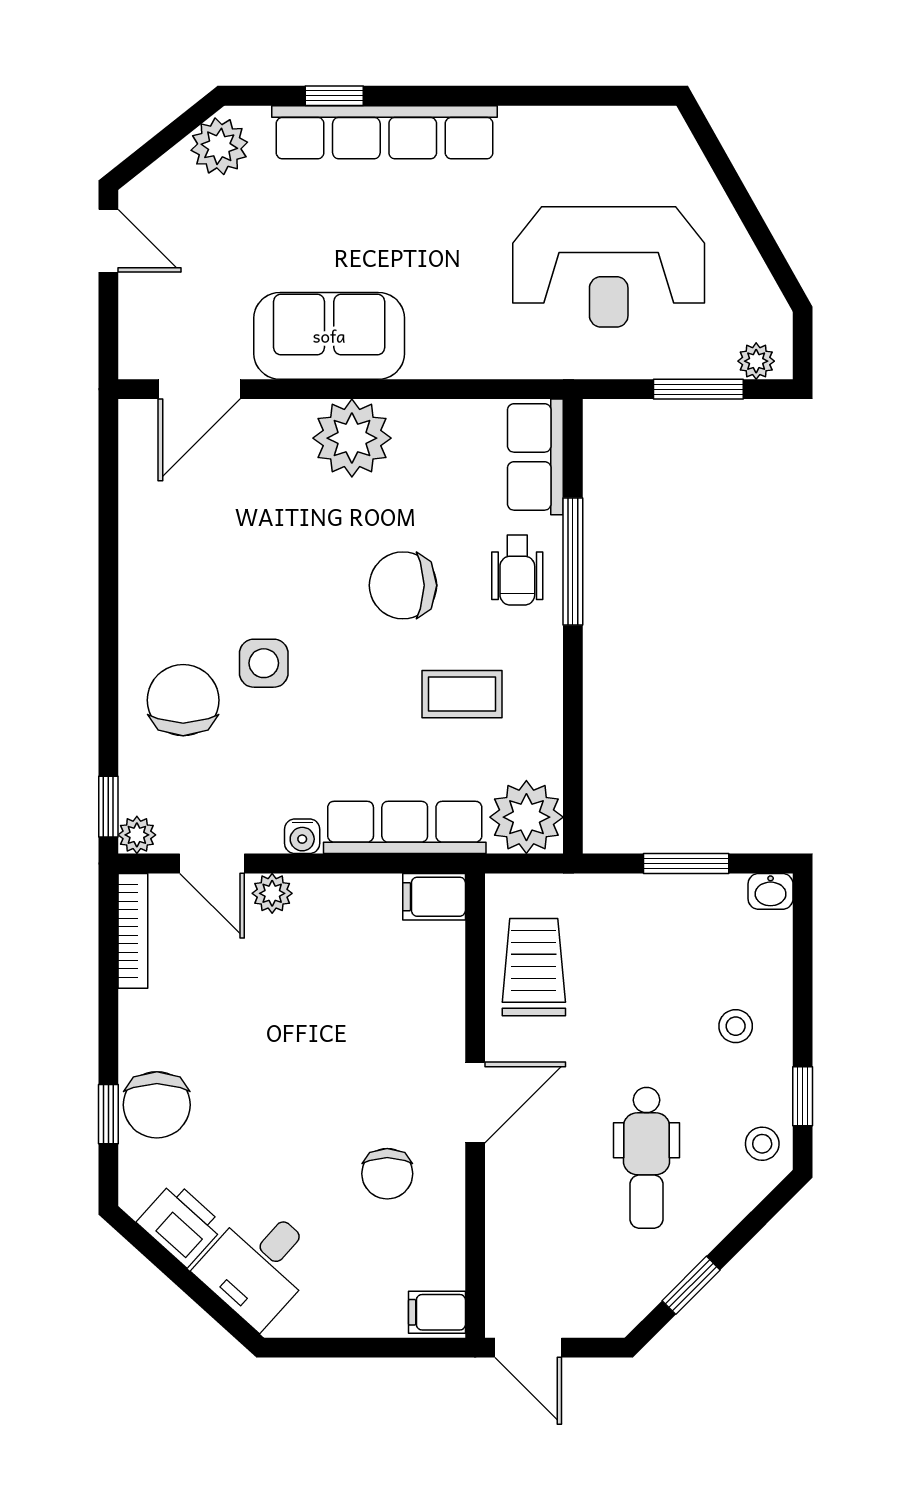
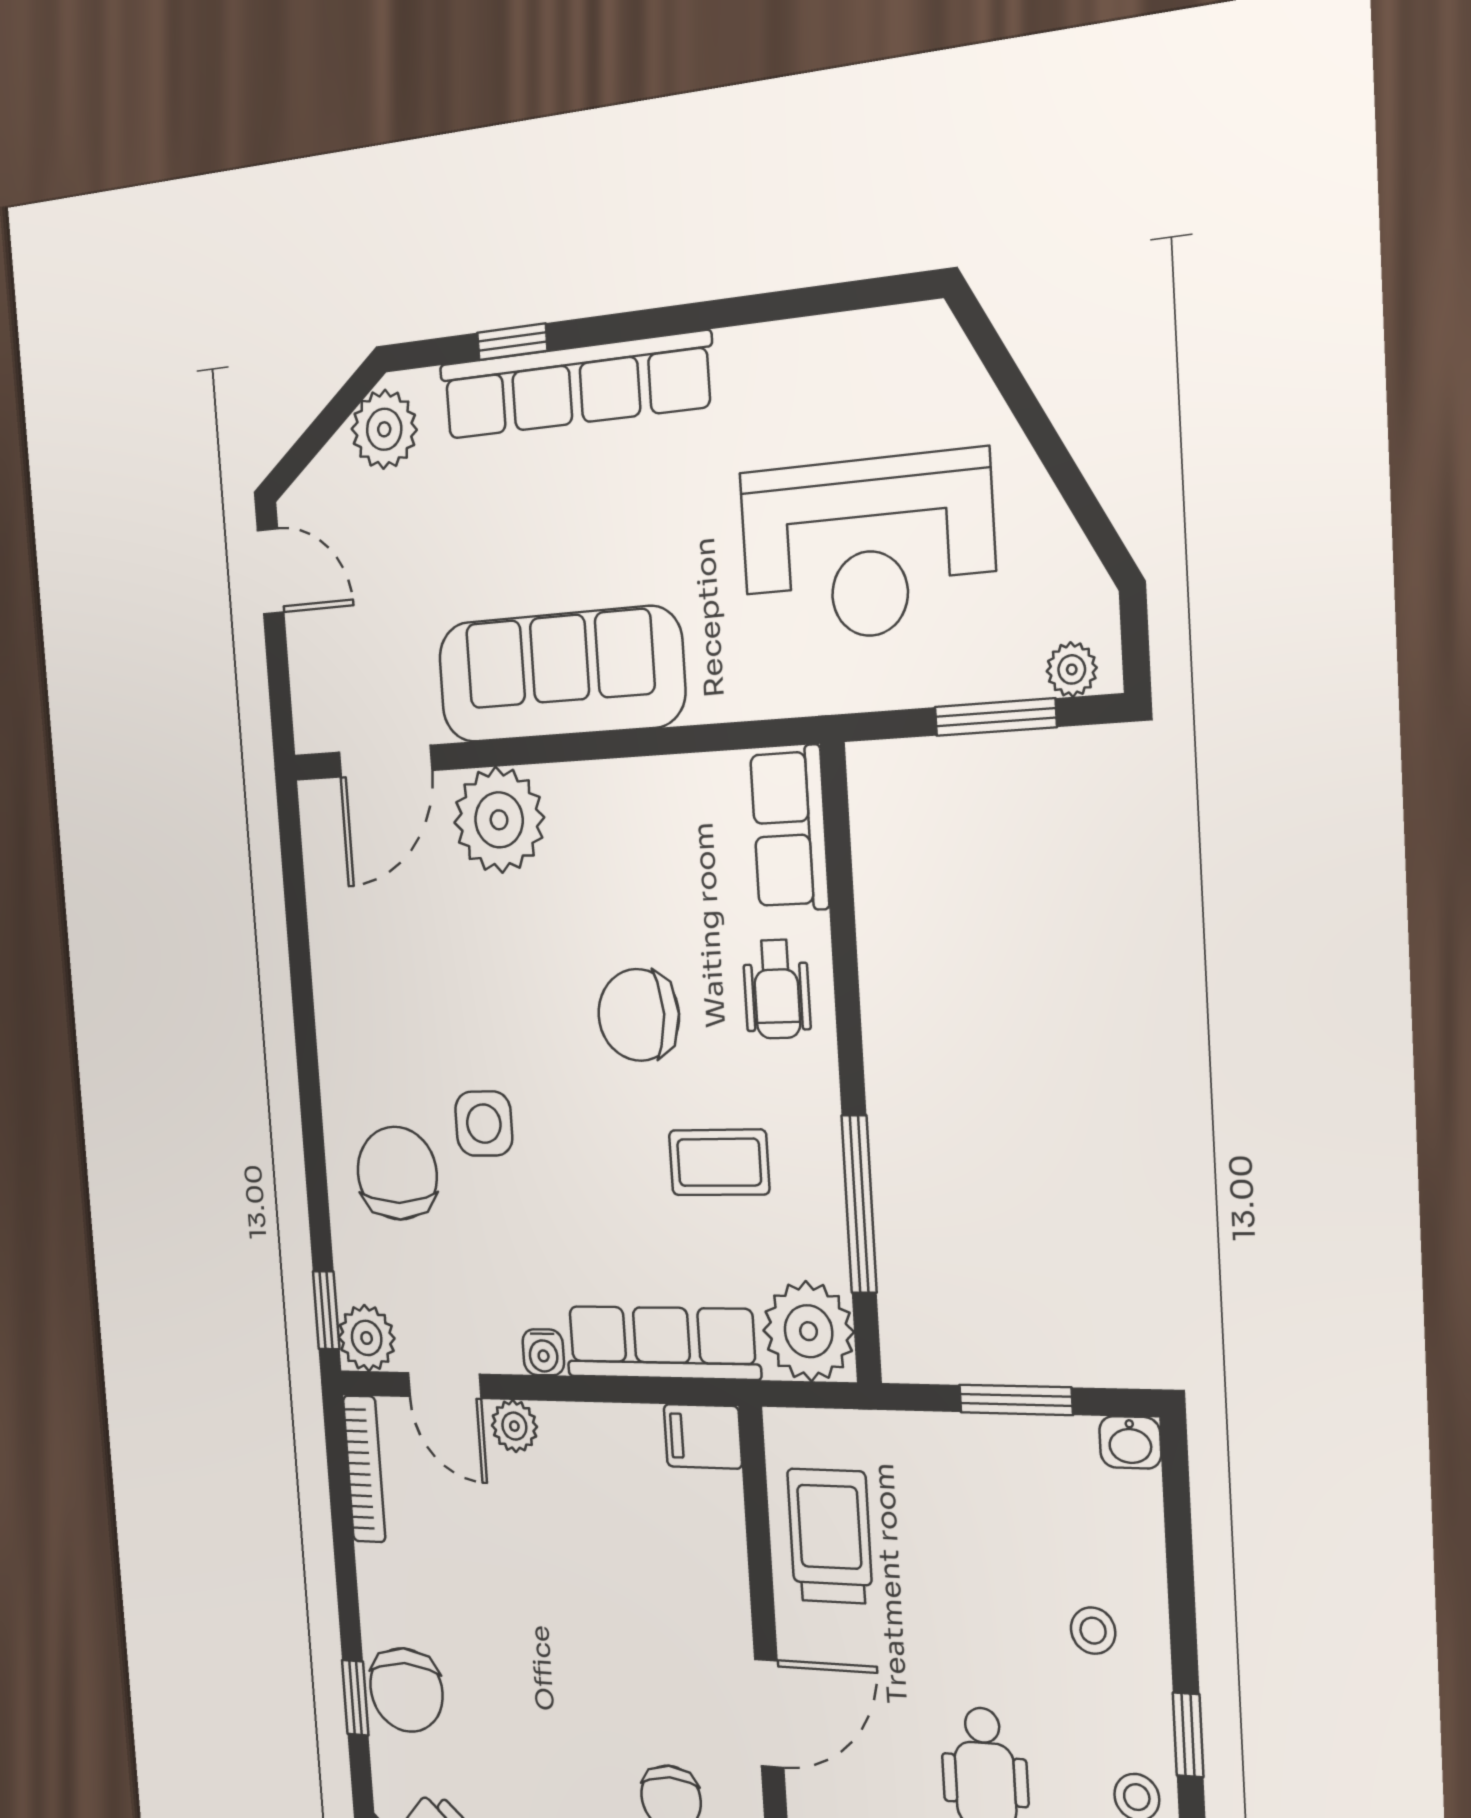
sofa: (329, 336) -> (561, 674), width x1.36
plant: (352, 438) -> (499, 820), moved
window: (573, 561) -> (859, 1204), moved
plant: (137, 835) -> (367, 1338), width x1.38, depth x1.38

